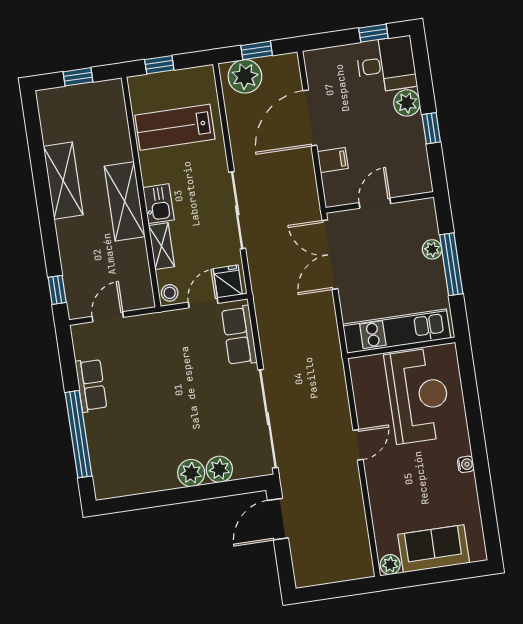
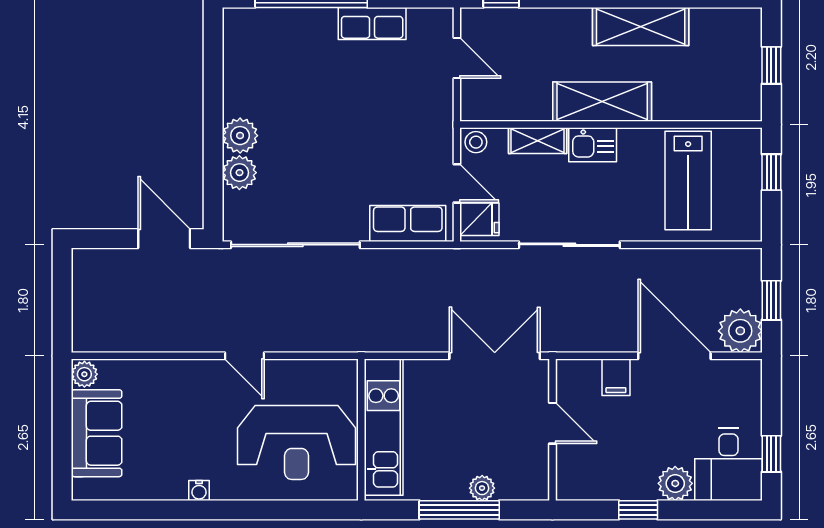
plant: (245, 76) -> (740, 331), moved
lab bench: (175, 127) -> (688, 181), turned 180

